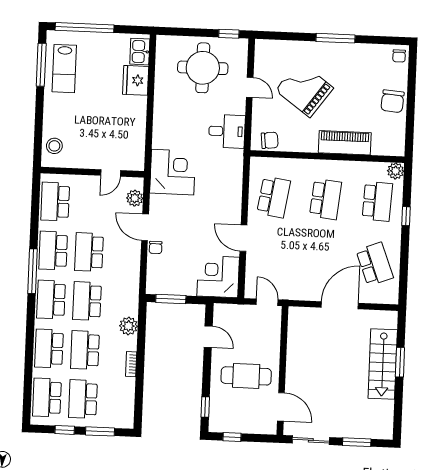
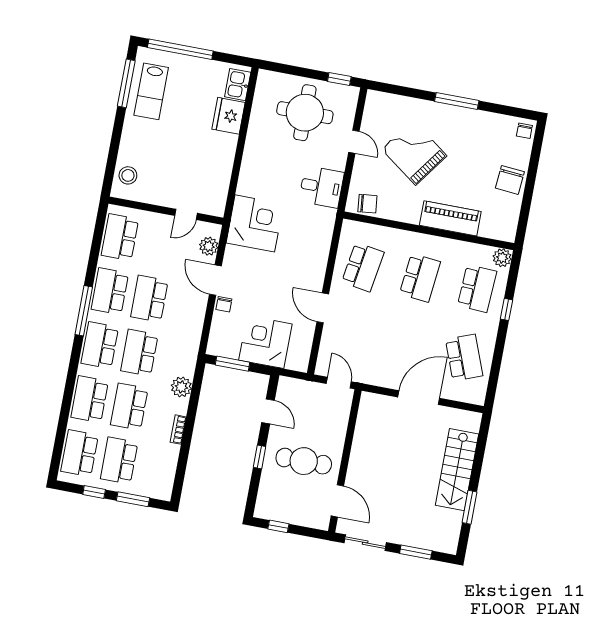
corner desk: (218, 277) -> (265, 342), moved
window: (400, 362) -> (469, 507), moved
window: (205, 407) -> (259, 457), moved

